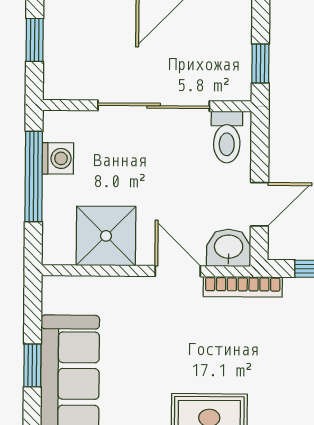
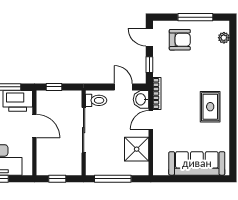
window: (260, 64) -> (54, 87), moved
washing machine: (58, 158) -> (105, 169), removed
window: (32, 365) -> (189, 179), removed

